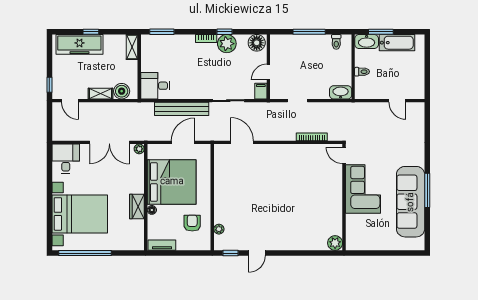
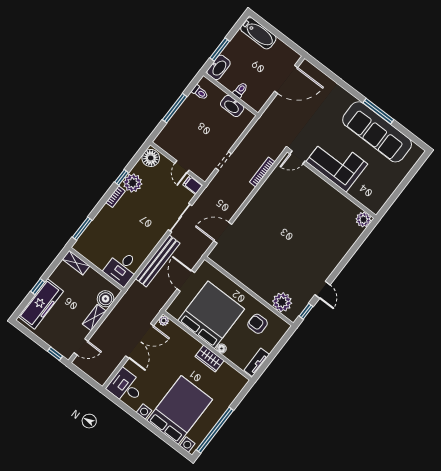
bathtub: (397, 43) -> (258, 33), moved, turned 90
washbasin: (341, 92) -> (232, 106), moved, turned -90
door: (397, 101) -> (286, 79), width x1.87
plant: (219, 229) -> (282, 302), width x1.87, depth x1.87

